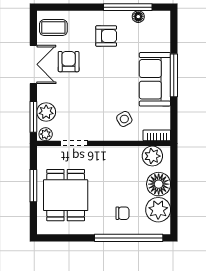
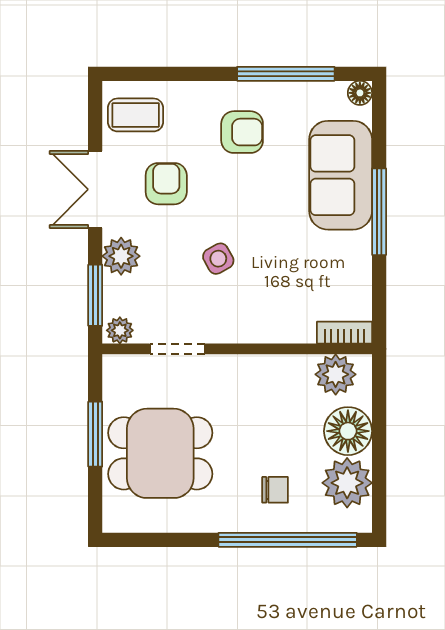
floor lamp: (138, 17) -> (360, 93), moved
double door: (33, 64) -> (95, 189), swing flipped
sofa: (155, 79) -> (341, 175), moved
plant: (46, 112) -> (121, 256), moved
side table: (124, 119) -> (218, 259), moved
dining table: (66, 195) -> (160, 453), turned 90

